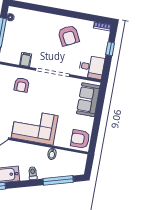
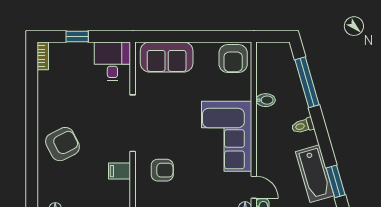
armchair: (69, 36) -> (62, 144), moved

